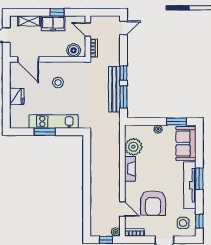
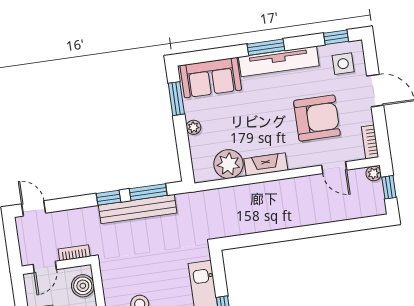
door: (122, 209) -> (334, 168), swing flipped

